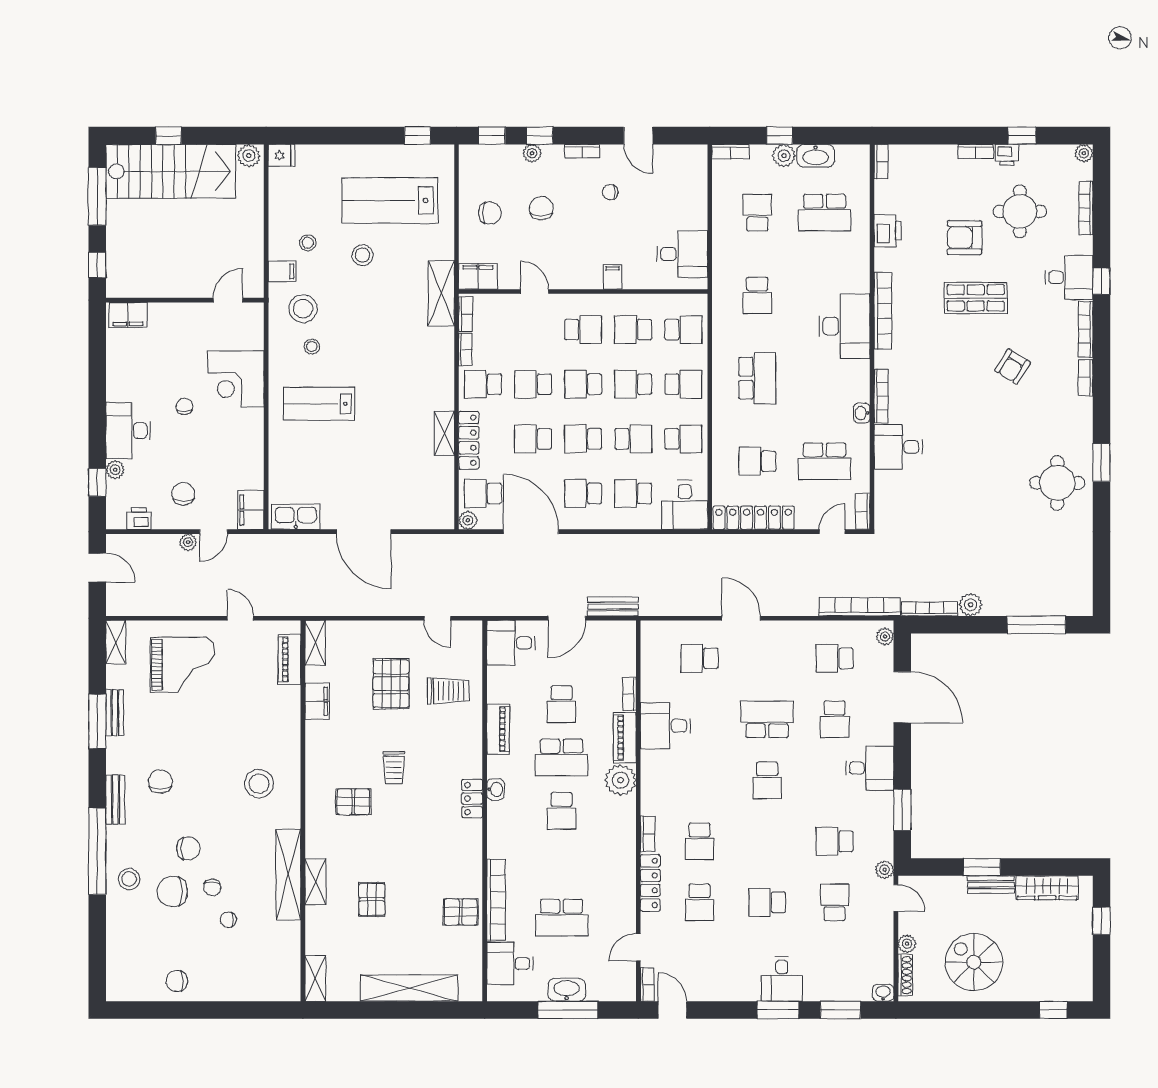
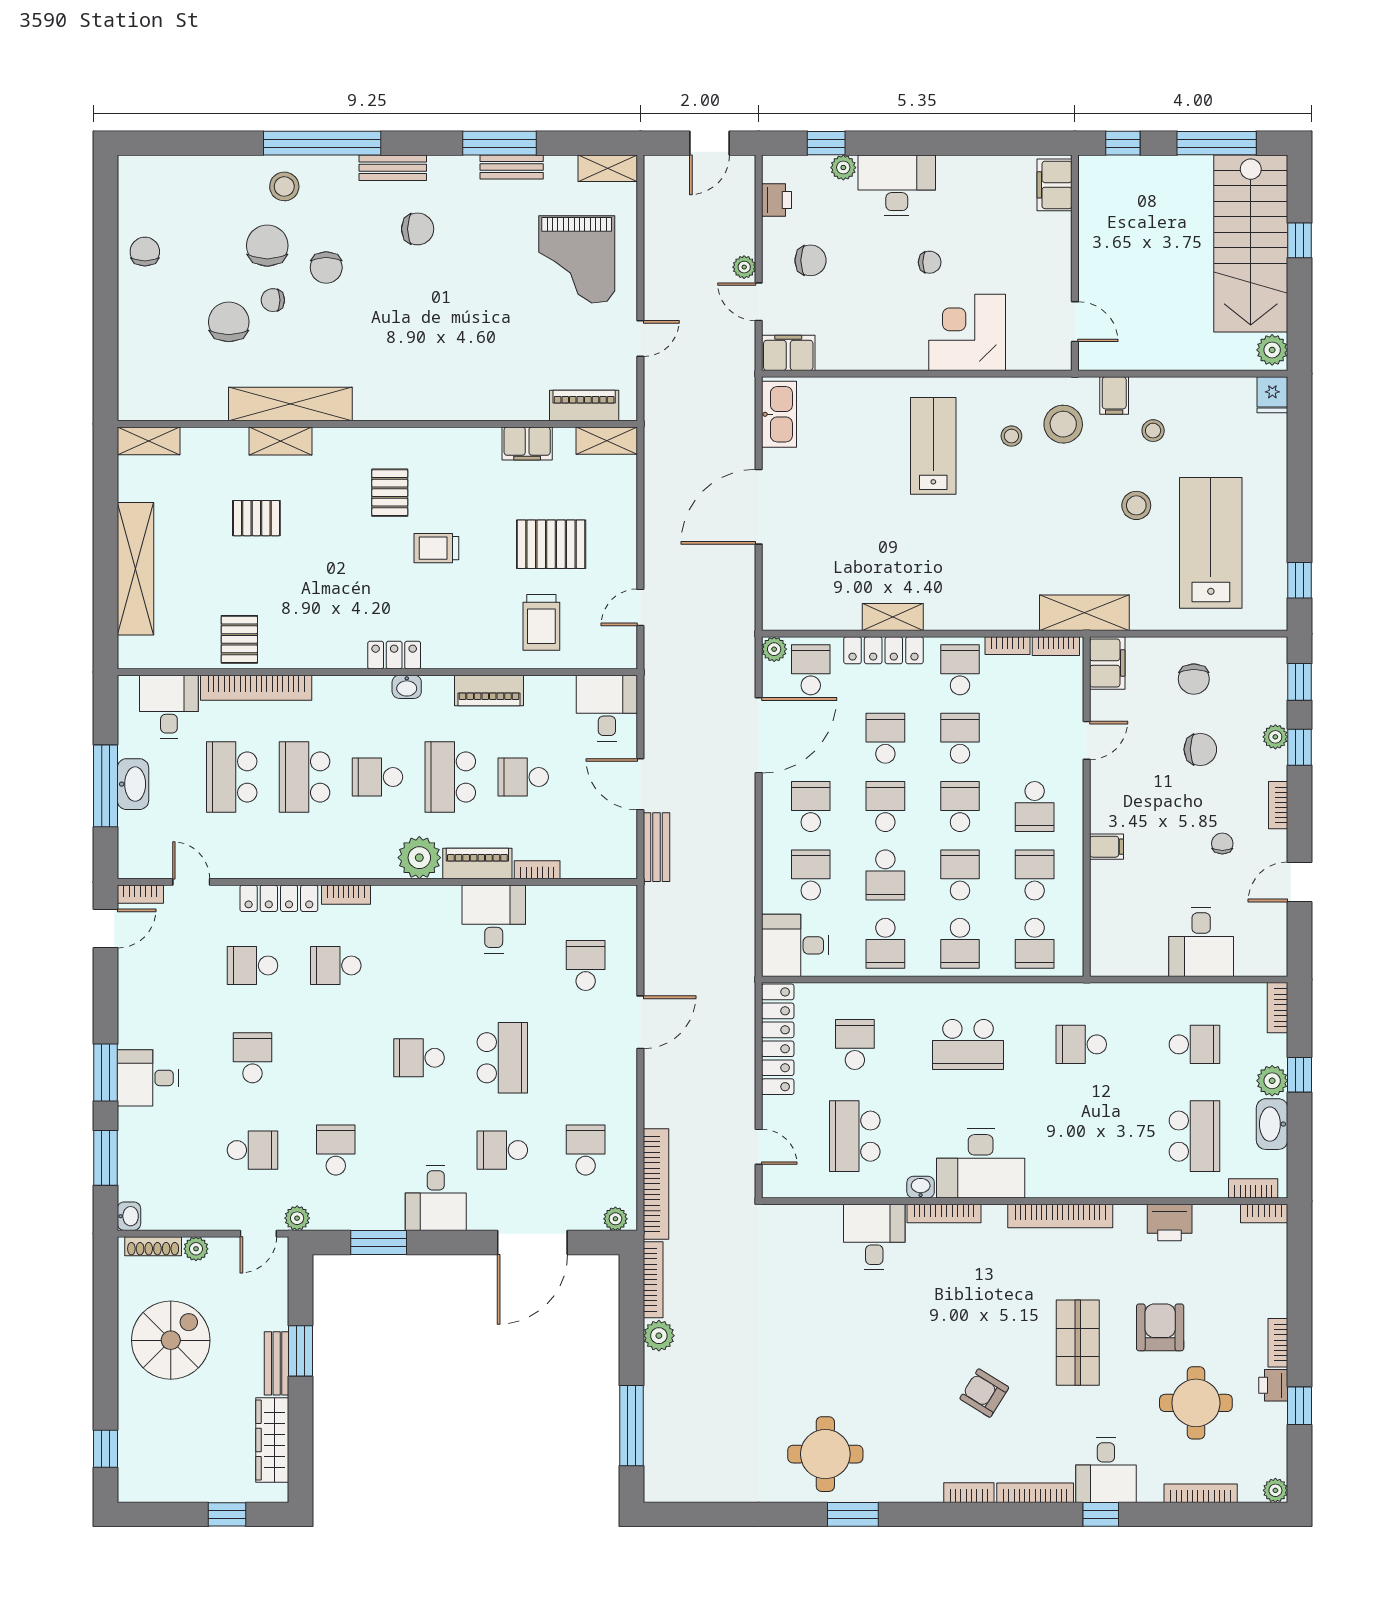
school desk: (824, 213) -> (1194, 1136), turned 180
desk: (682, 254) -> (1201, 942), moved
desk: (845, 326) -> (981, 1164), moved
bookcase: (863, 512) -> (1253, 1188), moved
stool: (259, 784) -> (414, 364), removed
school desk: (561, 864) -> (305, 777), added
chair: (228, 920) -> (229, 322), width x1.87, depth x1.87

